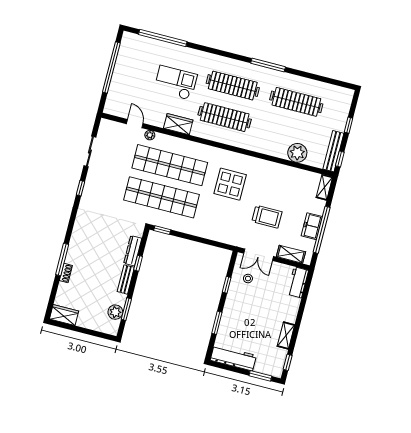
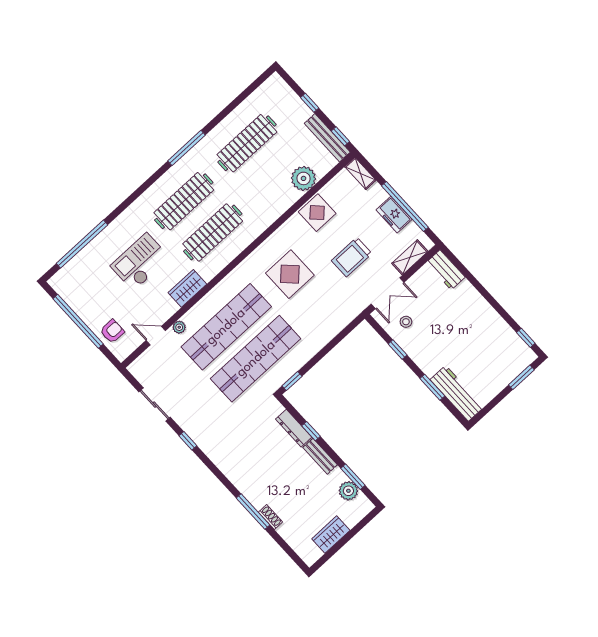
armchair: (119, 94) -> (112, 331), added
display table: (281, 176) -> (317, 213), added
trolley: (267, 217) -> (352, 257), turned 180
wardrobe: (64, 315) -> (331, 535), moved
shelving: (286, 336) -> (495, 321), removed
workbench: (233, 358) -> (457, 393), moved, turned 90

